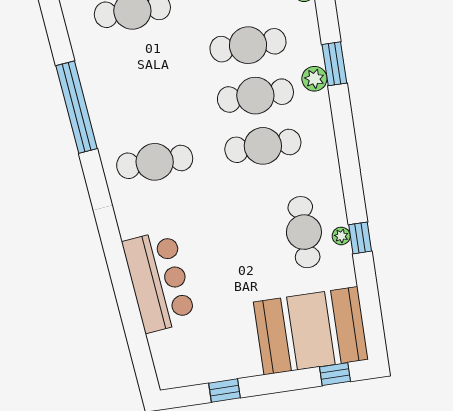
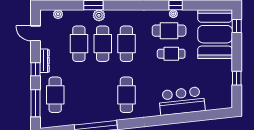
cafe table: (256, 244) -> (171, 54), added

